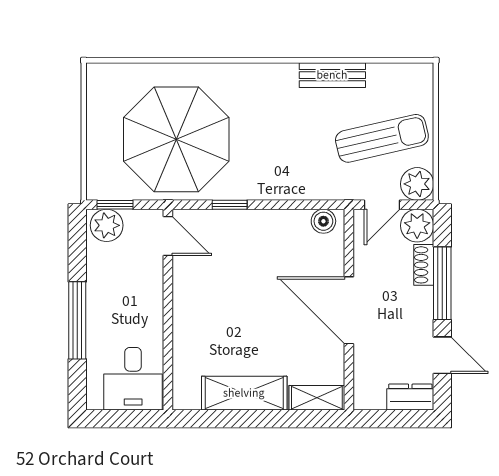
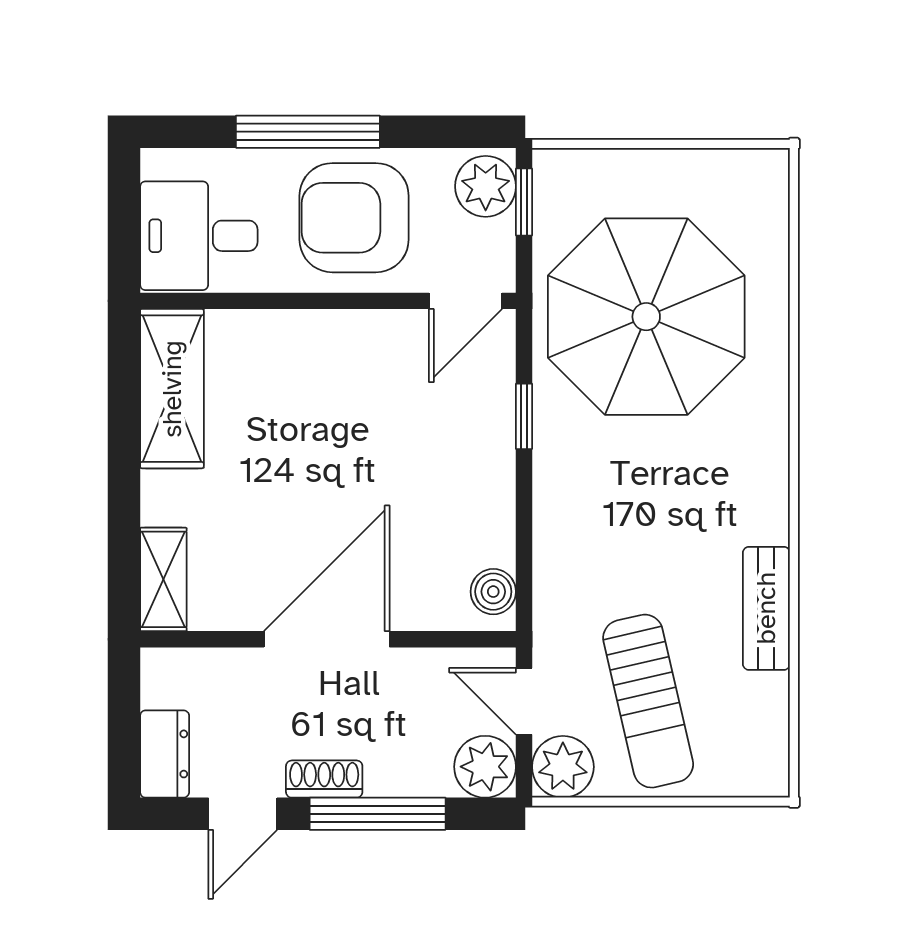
shoe rack: (424, 265) -> (324, 779), moved
armchair: (123, 296) -> (354, 218), added
shelving: (244, 393) -> (172, 389), moved

